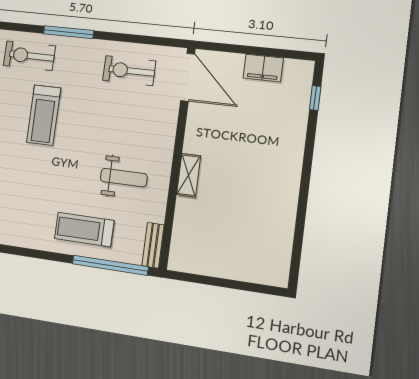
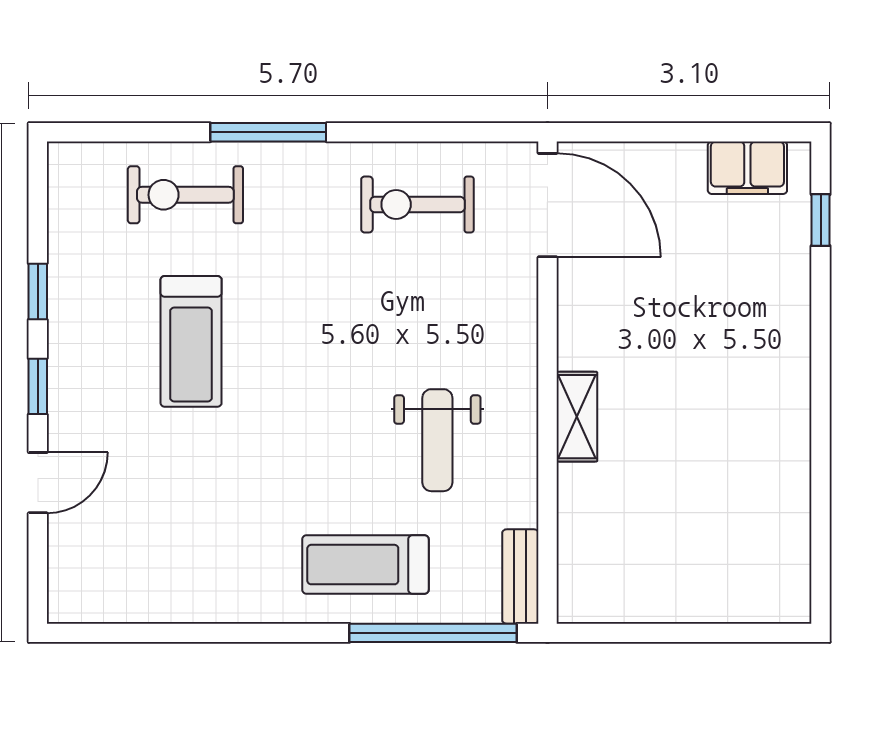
filing cabinet: (263, 68) -> (747, 168), moved
treadmill: (44, 115) -> (191, 341), moved
weight bench: (124, 178) -> (437, 440), turned 90

